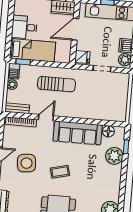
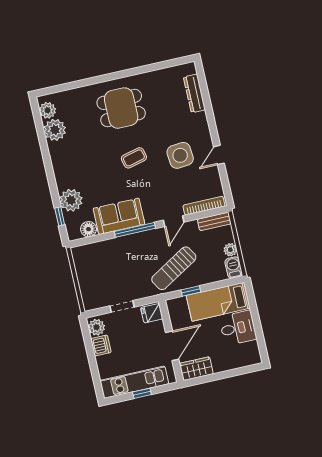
window: (23, 62) -> (191, 291), moved
sun lounger: (57, 84) -> (174, 268), turned -31
window: (76, 120) -> (135, 230), added
sofa: (78, 133) -> (119, 216), width x0.73

